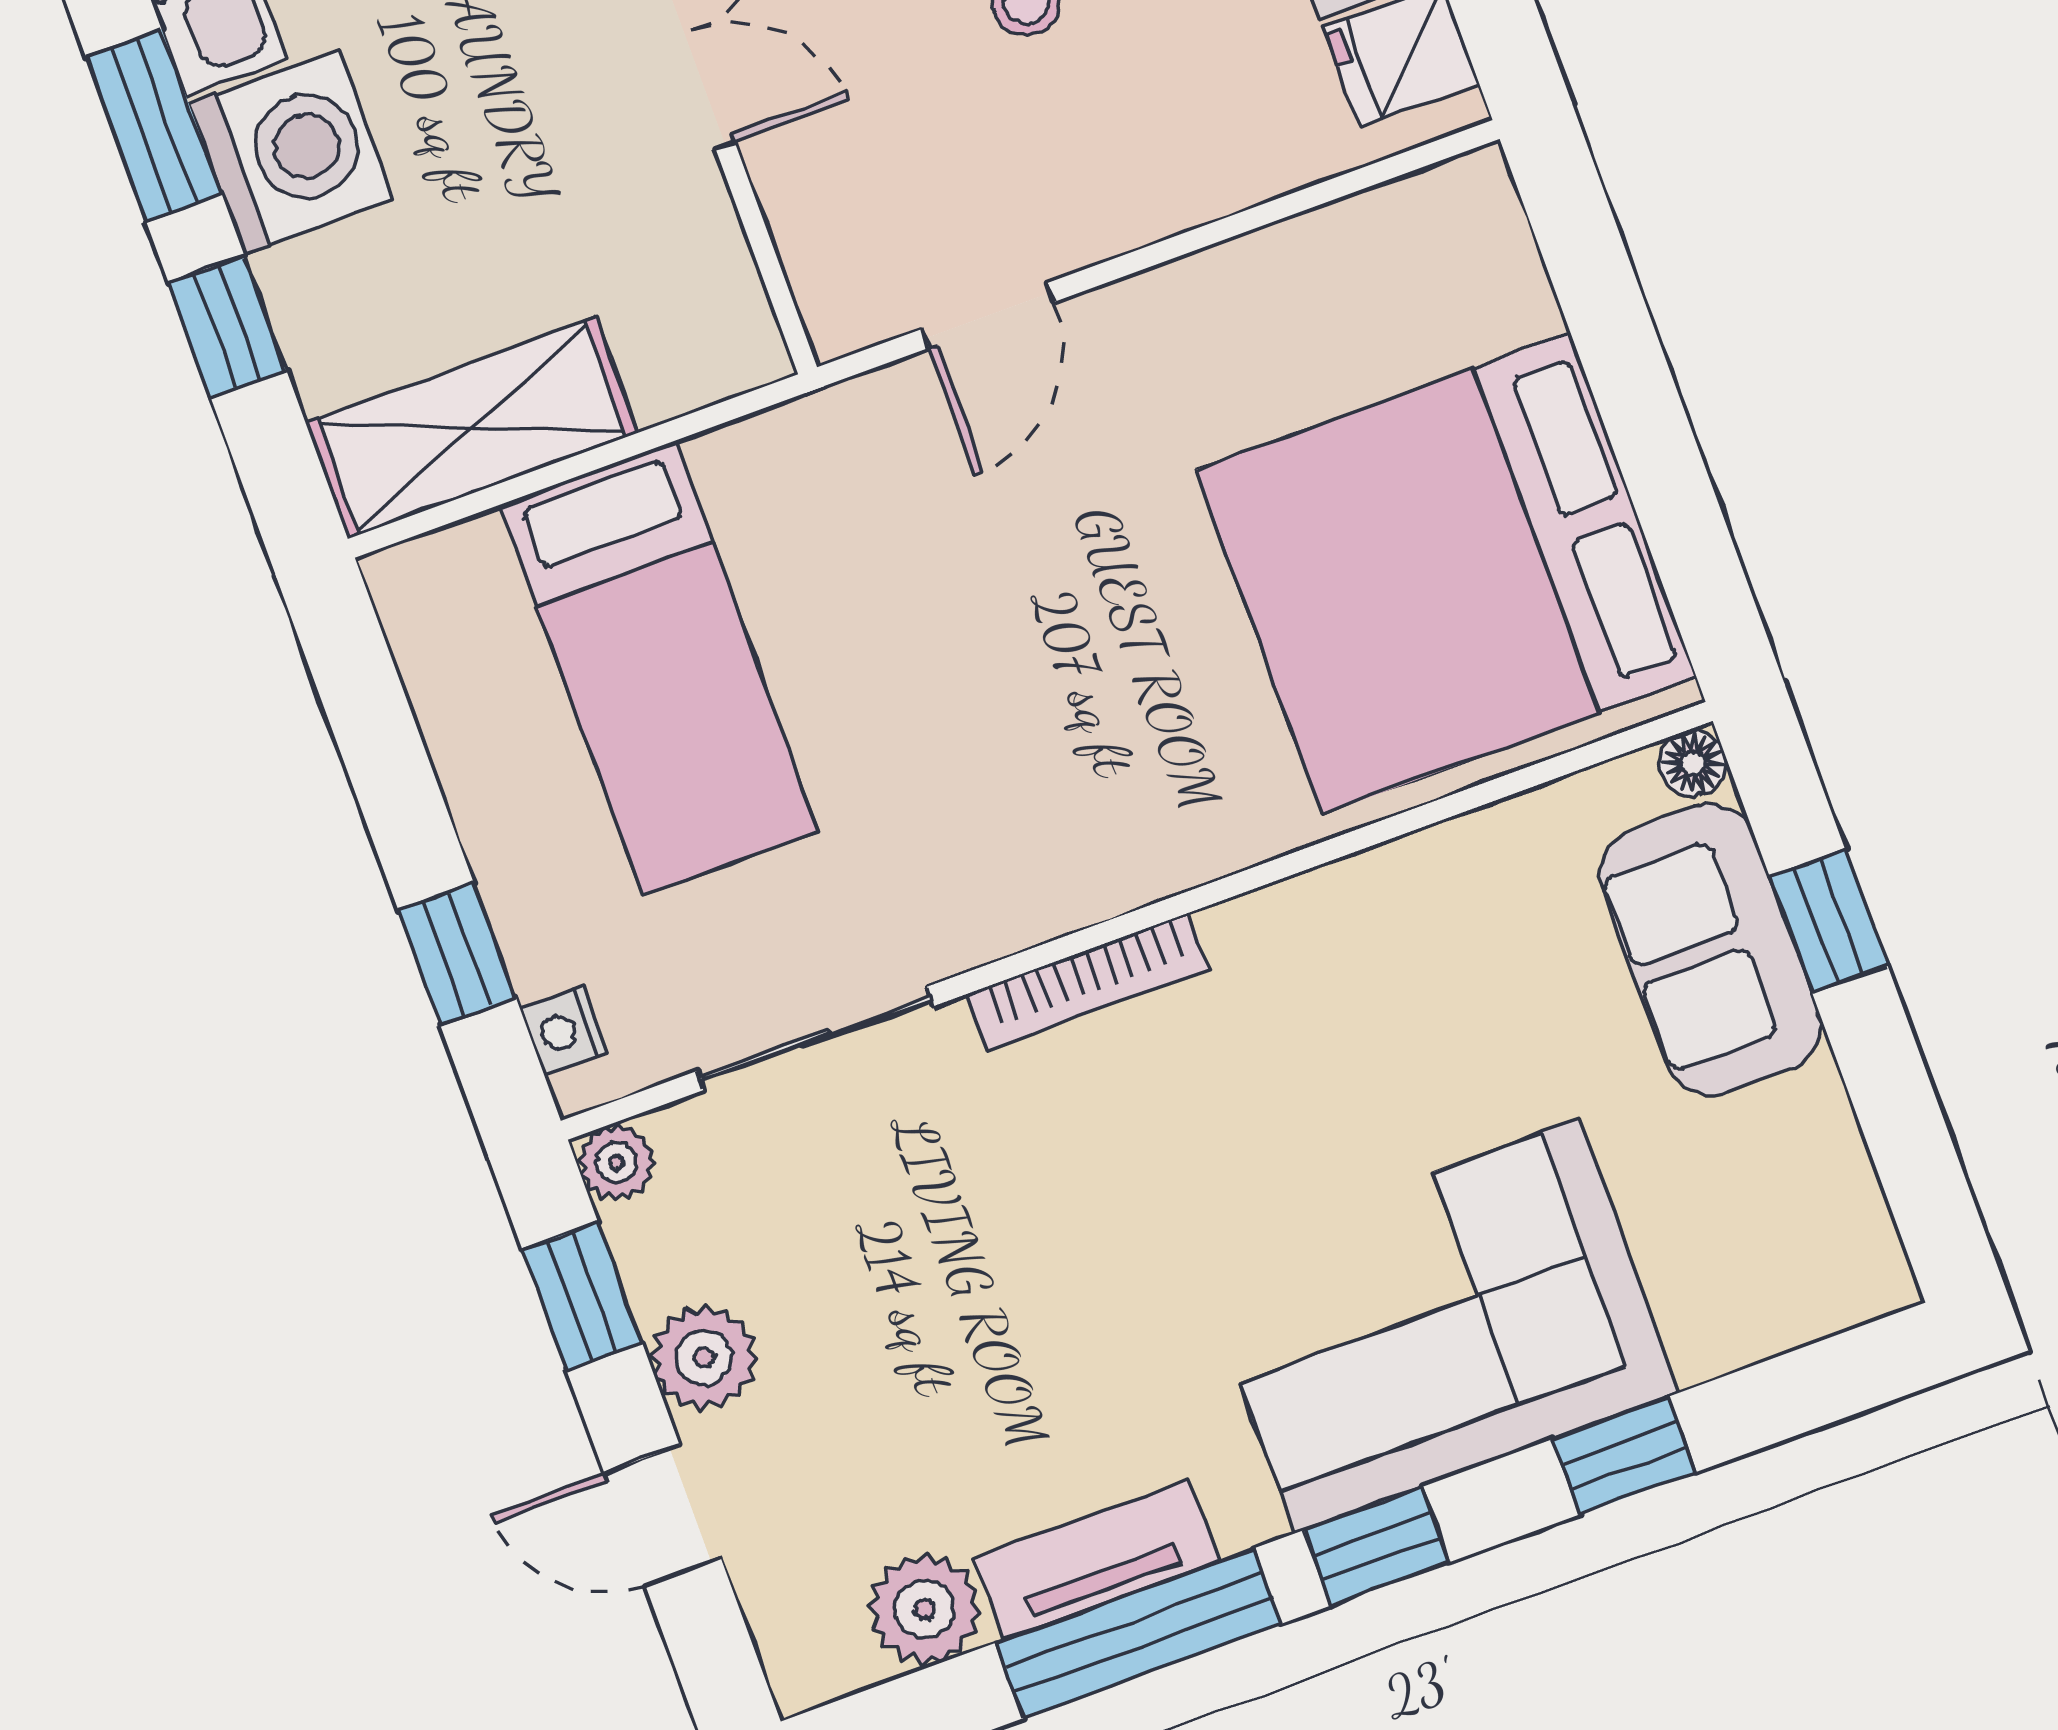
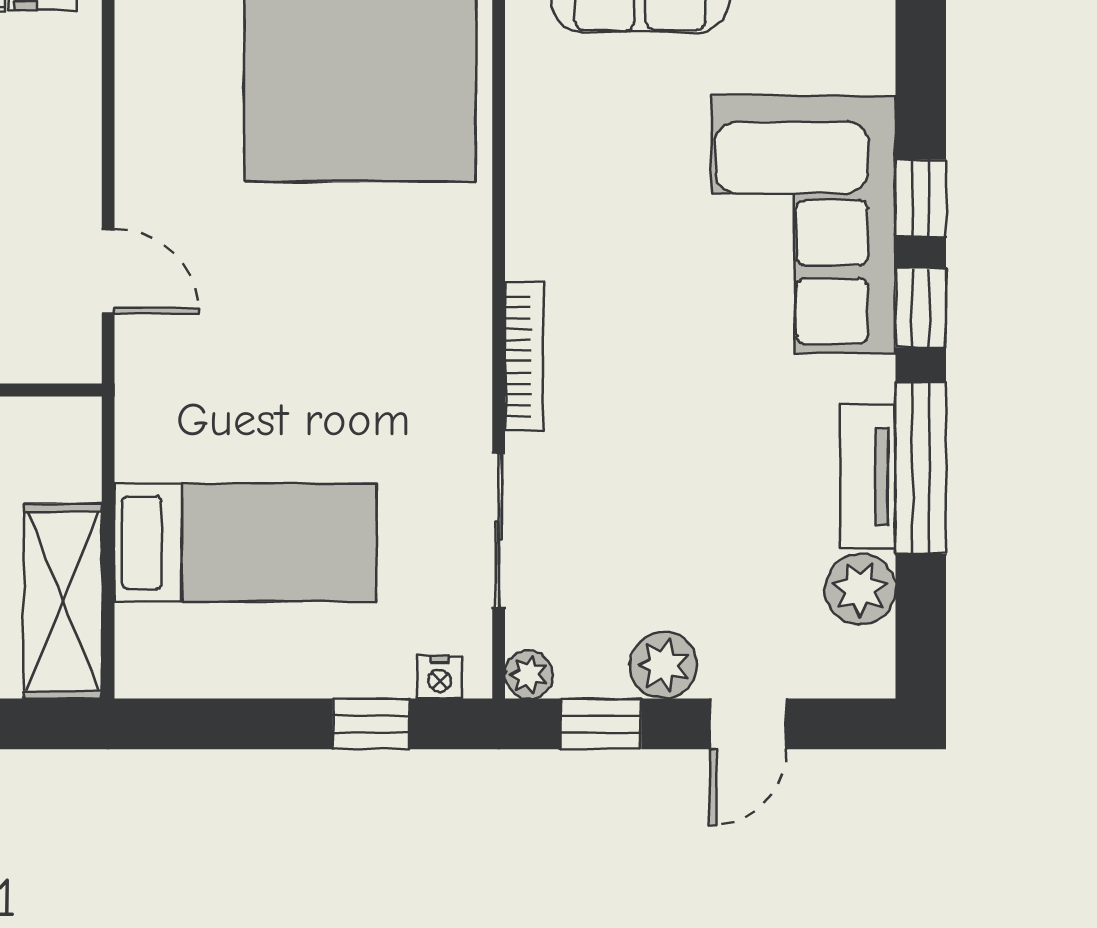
window: (1624, 1456) -> (921, 198), moved

